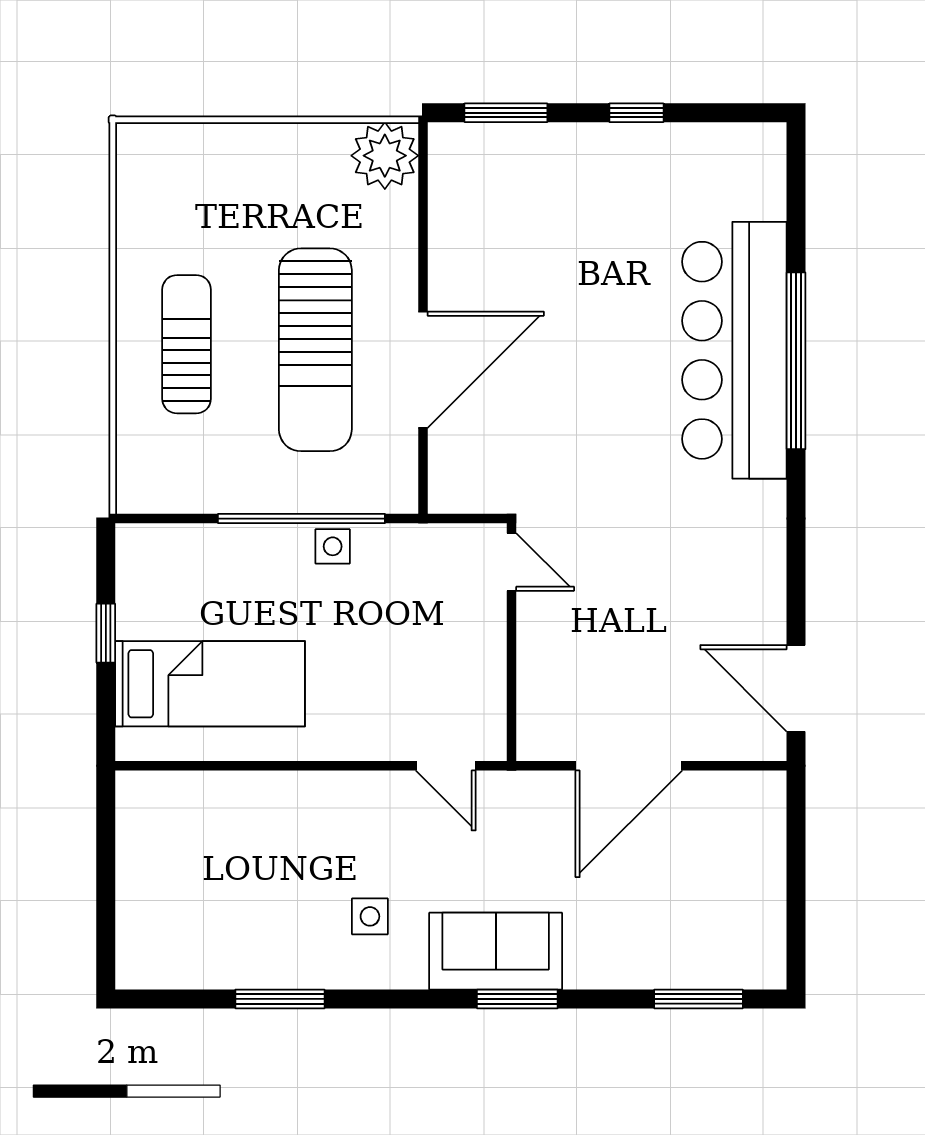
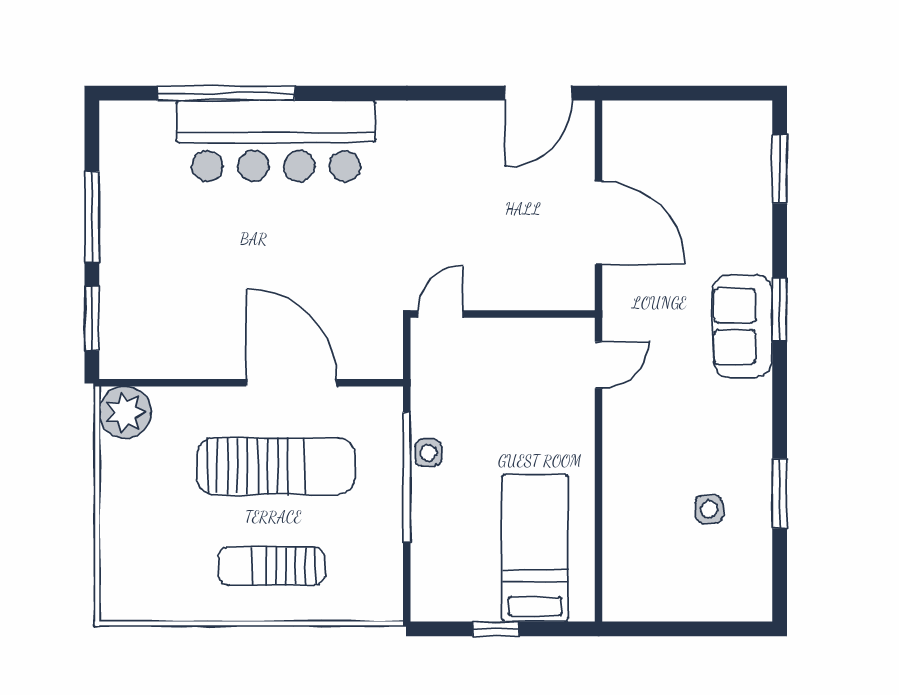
window: (636, 113) -> (92, 217), width x2.17
window: (796, 361) -> (226, 93), moved
side table: (370, 916) -> (709, 509), moved

